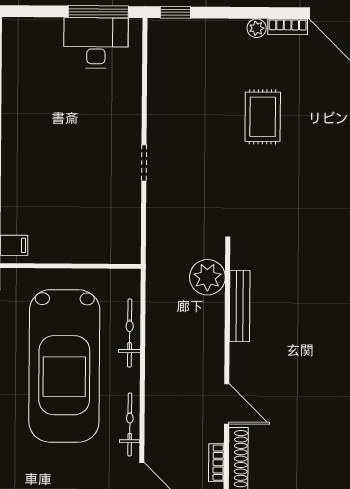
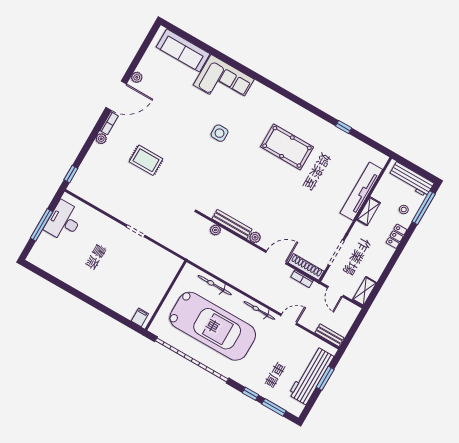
window: (98, 12) -> (42, 225), moved
plant: (207, 277) -> (215, 230), width x0.53, depth x0.53
plant: (239, 353) -> (255, 237), added

